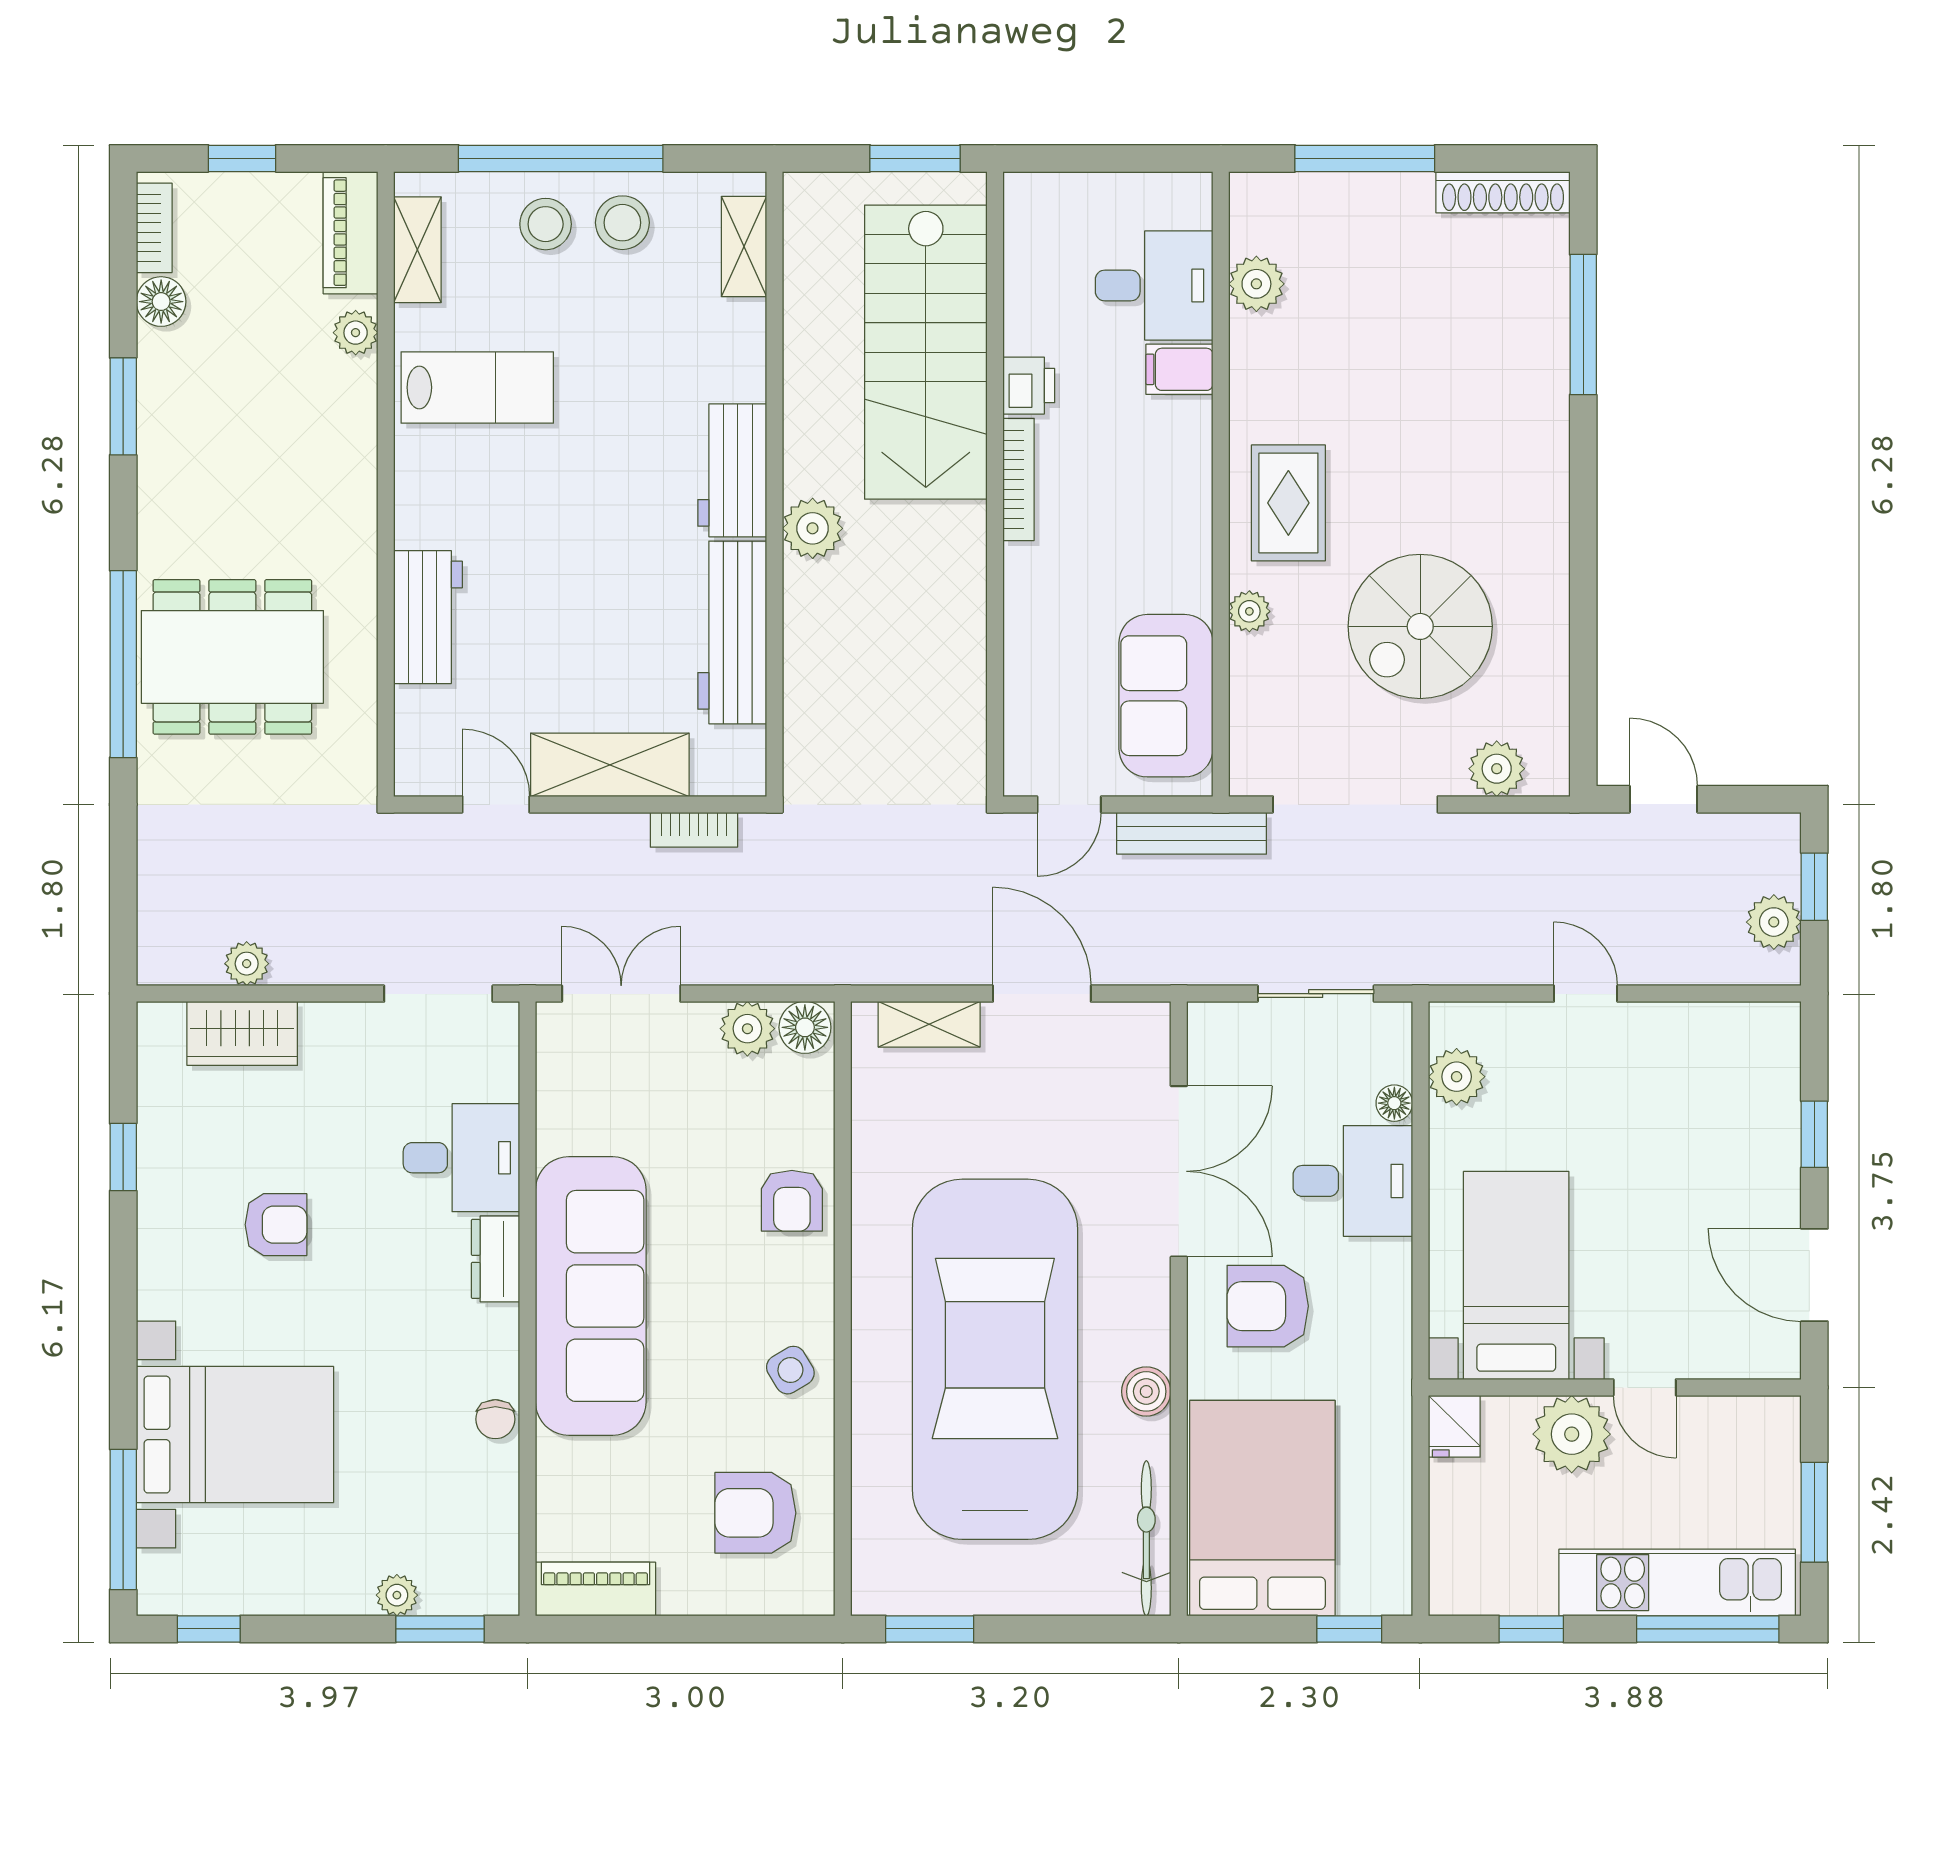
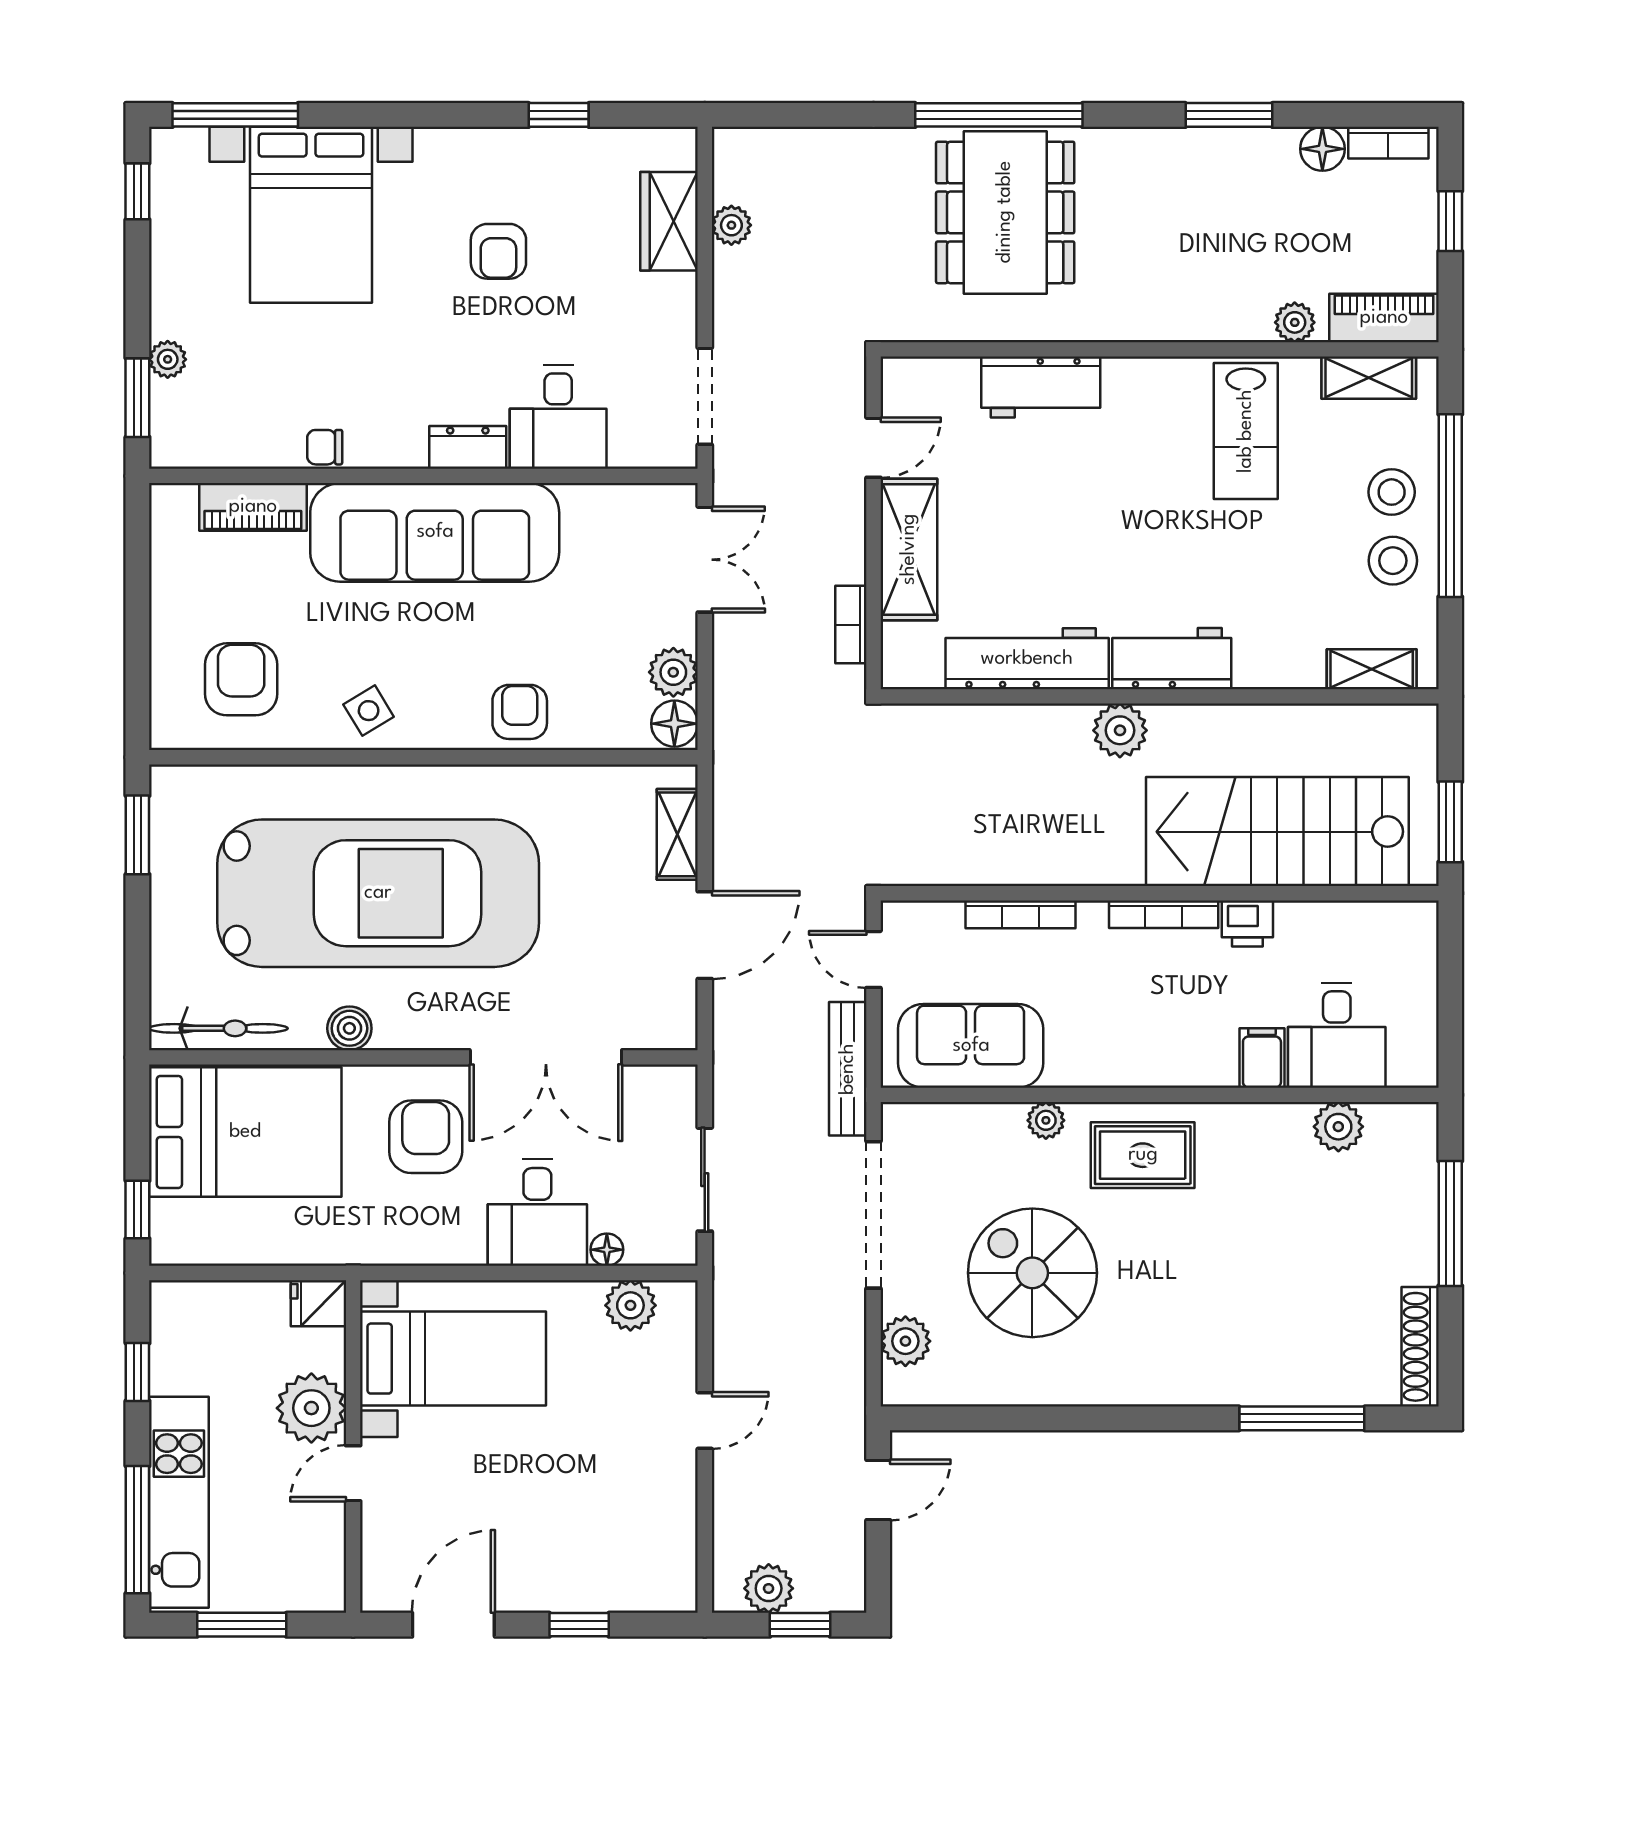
bookcase: (1019, 640) -> (1021, 914), added
armchair: (792, 1201) -> (520, 712), turned 90
piano: (596, 1589) -> (253, 507), moved, turned 90

